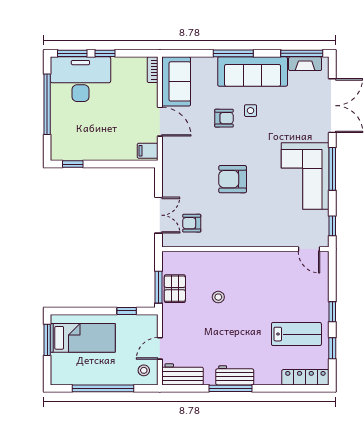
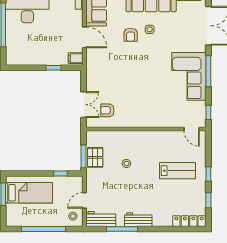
armchair: (224, 118) -> (131, 35), turned 90
window: (73, 164) -> (53, 68), moved
armchair: (233, 179) -> (137, 79), removed
lab bench: (296, 334) -> (178, 171), moved
window: (231, 388) -> (122, 229), moved

